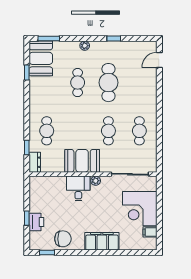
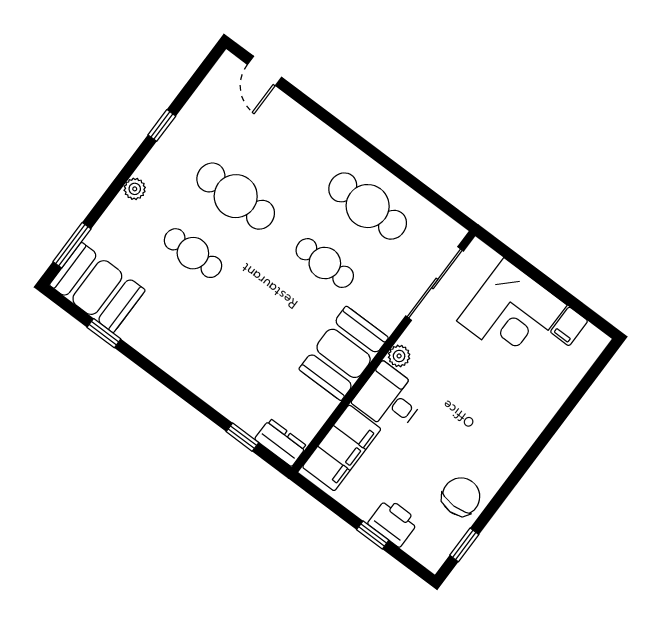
cafe table: (47, 131) -> (239, 377), removed
cafe table: (139, 131) -> (368, 206), width x1.37, depth x1.35
filing cabinet: (102, 241) -> (342, 448), moved, turned 180

